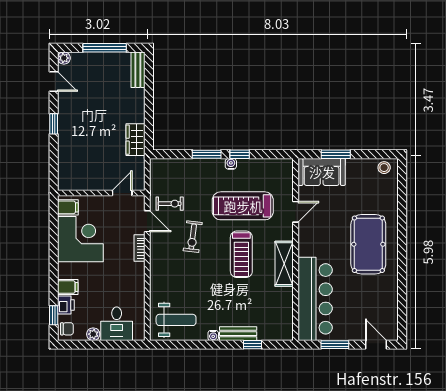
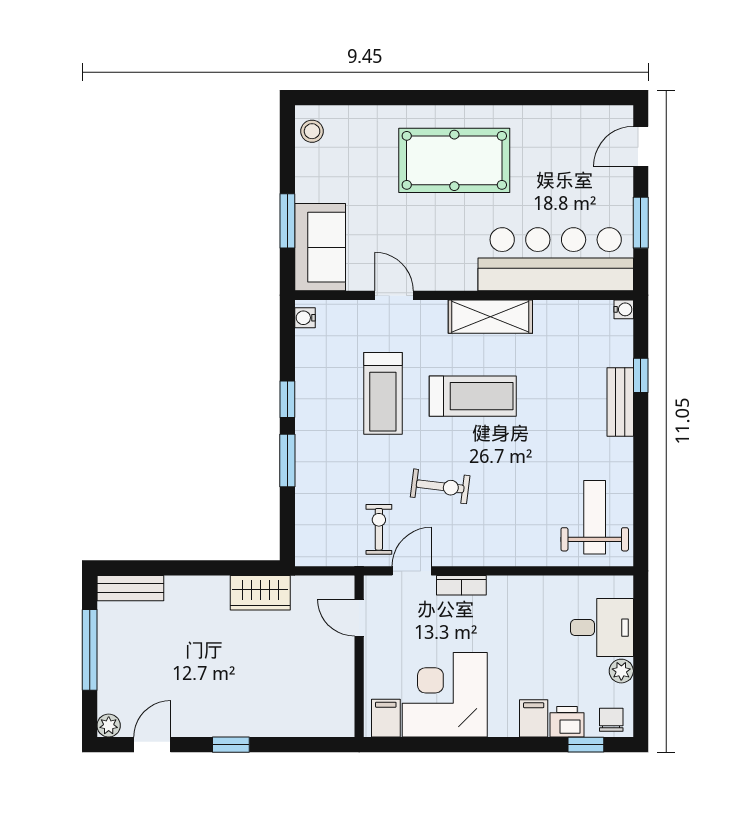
water cooler: (231, 164) -> (305, 318), moved
treadmill: (243, 206) -> (383, 393), width x0.73, depth x0.73
water cooler: (213, 336) -> (624, 309), moved

